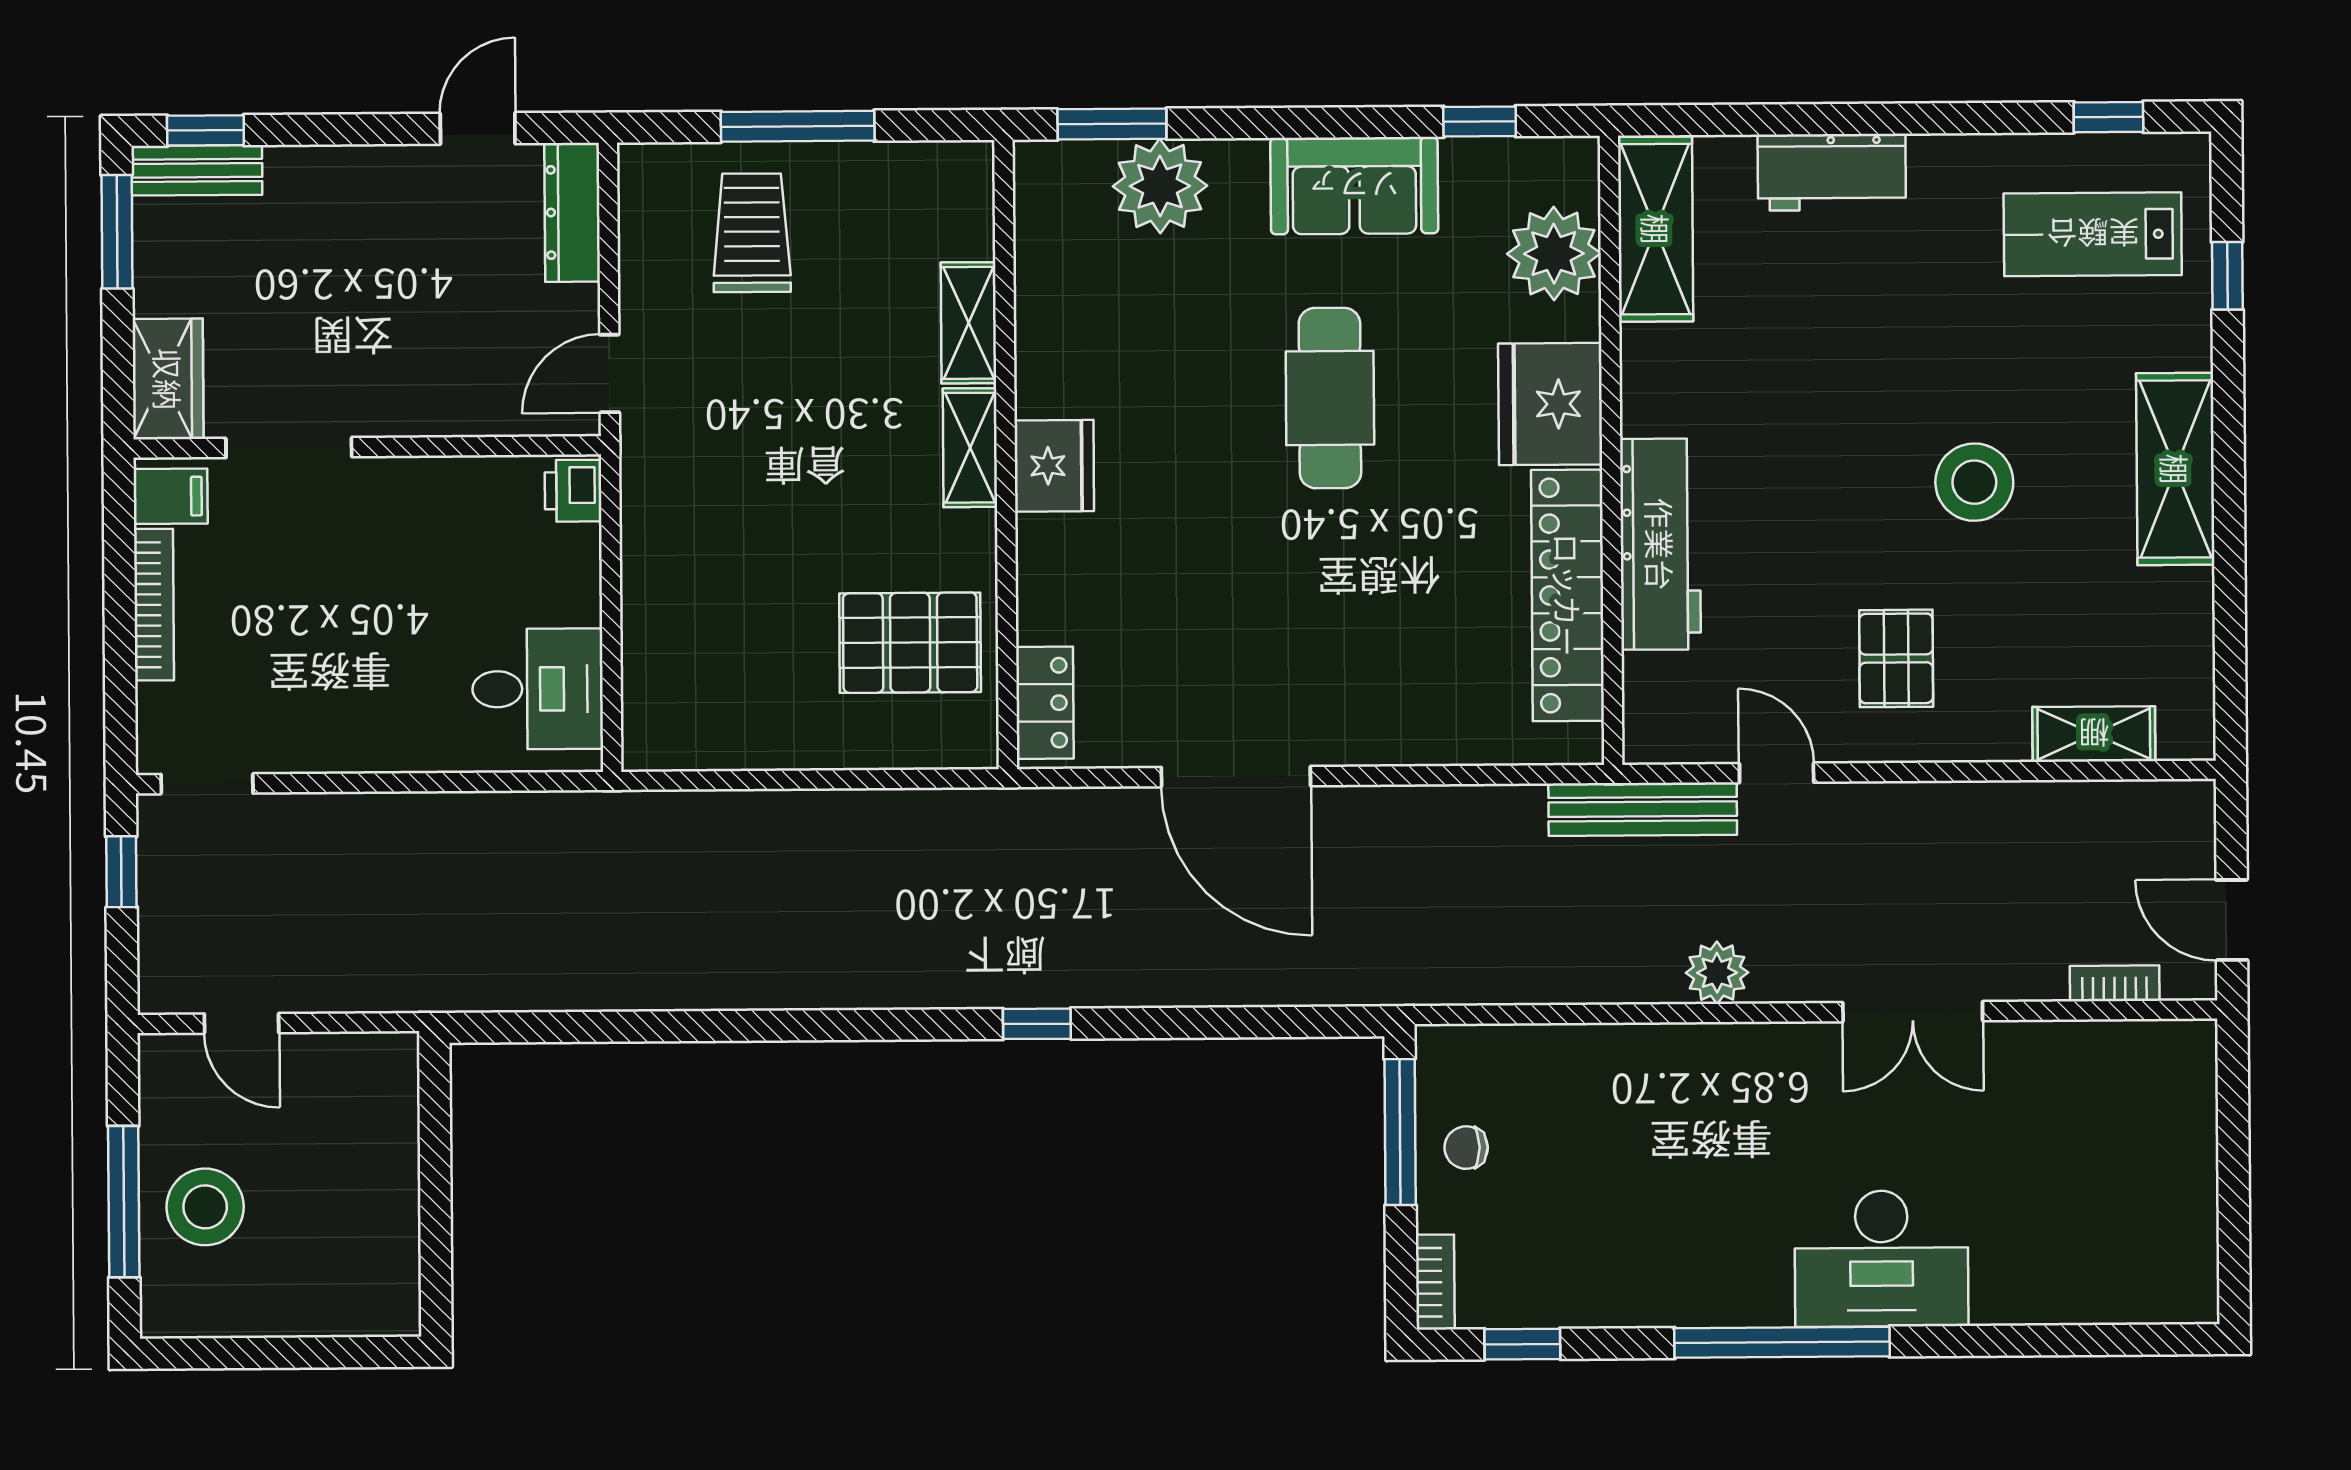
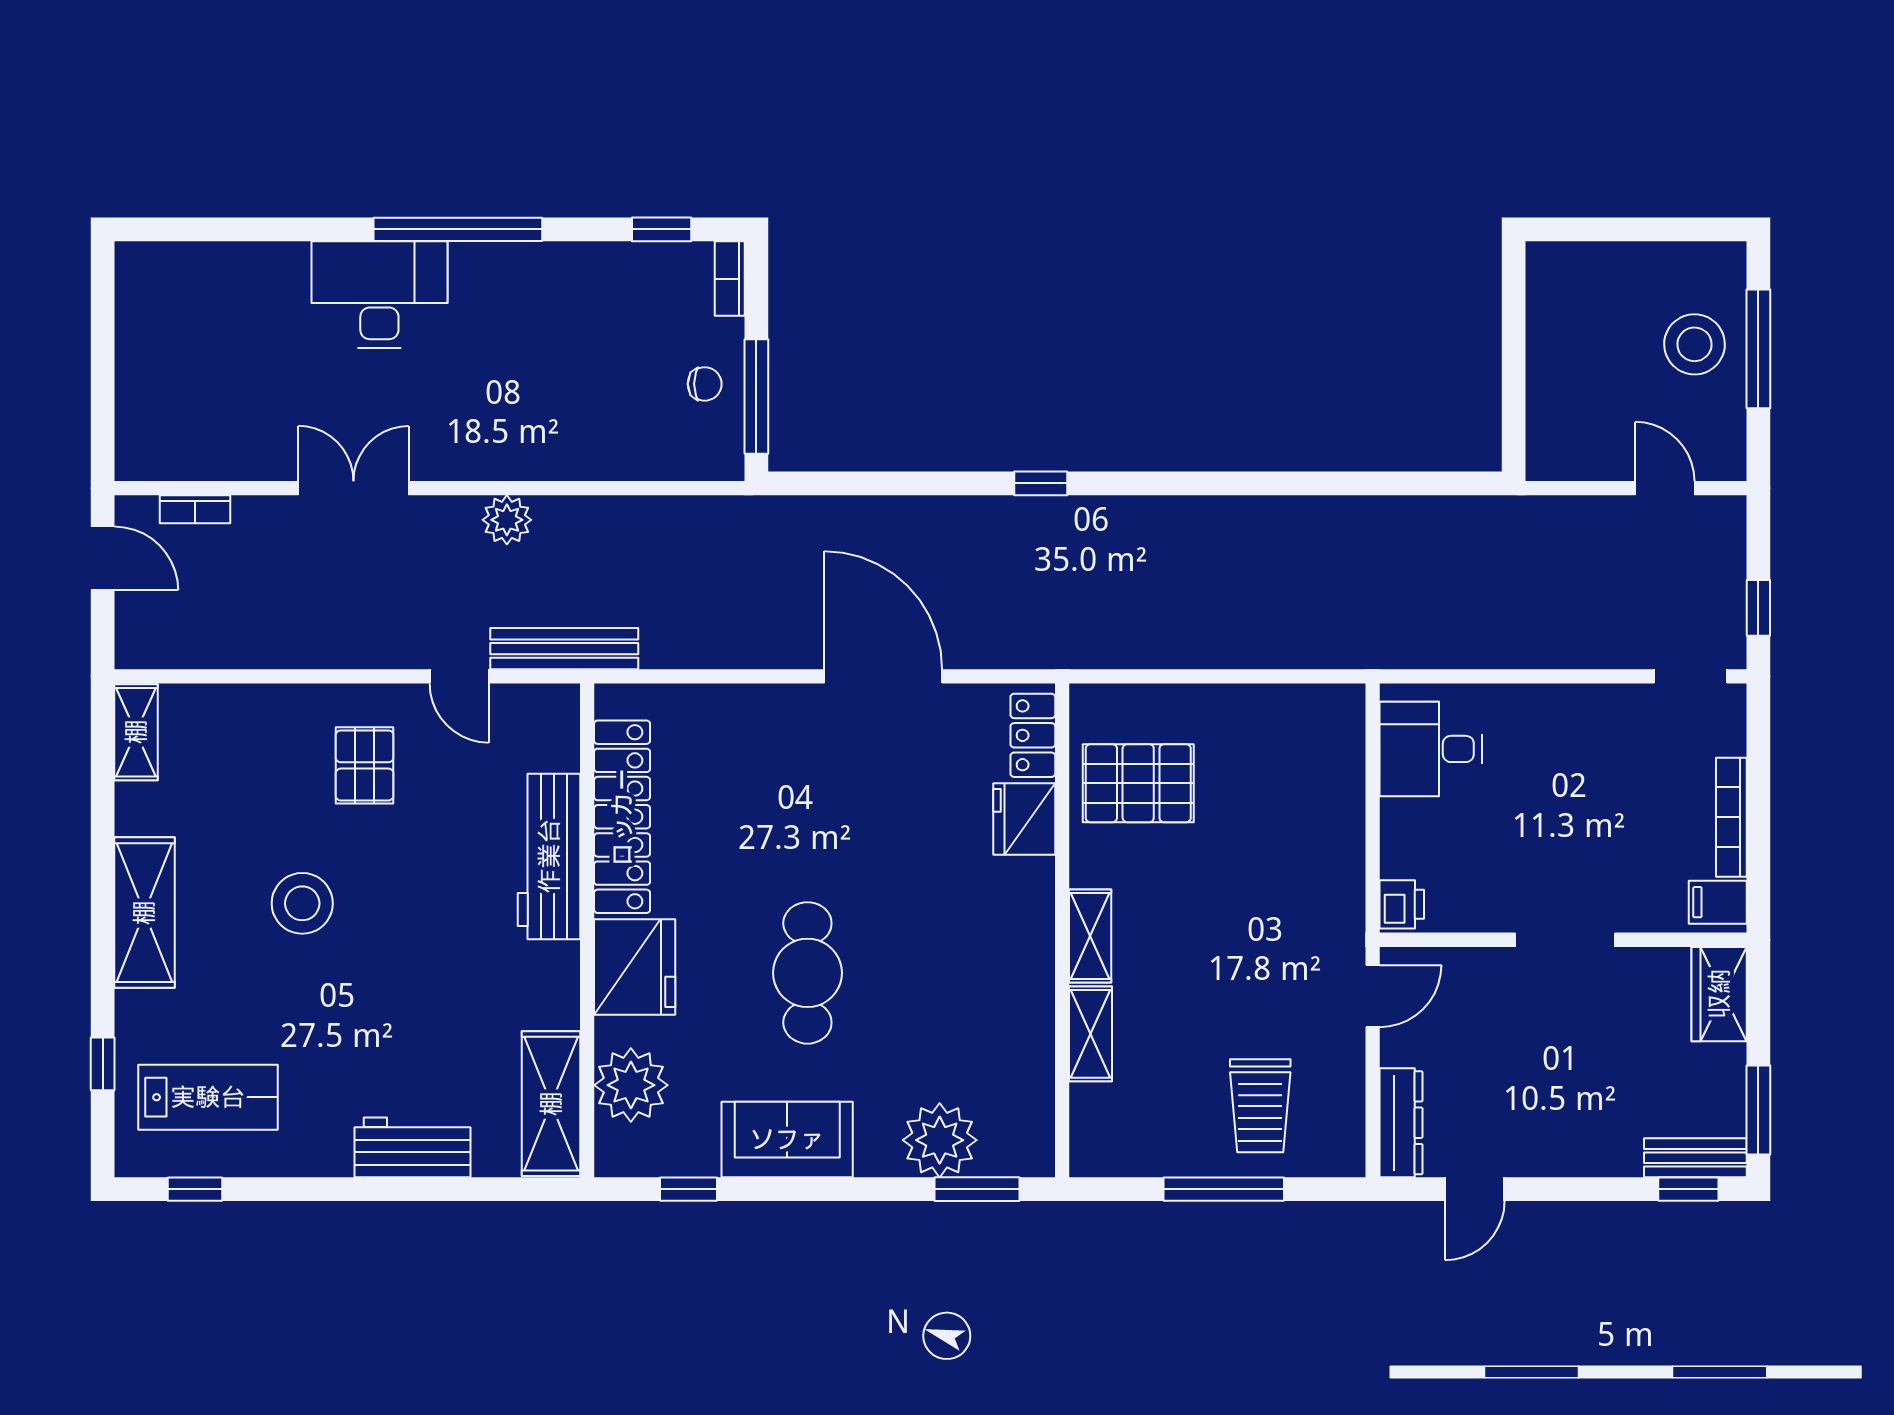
doorway: (289, 448) -> (1565, 940), moved
fridge: (1054, 466) -> (1024, 819), moved
shelving: (2094, 734) -> (136, 732), moved, turned 90

